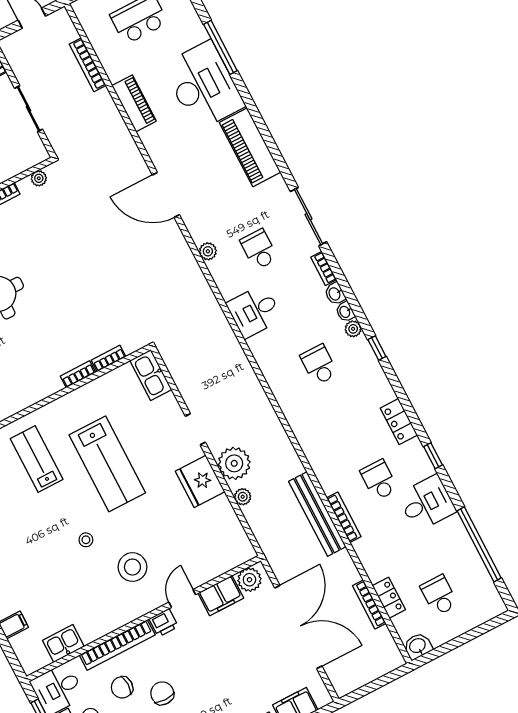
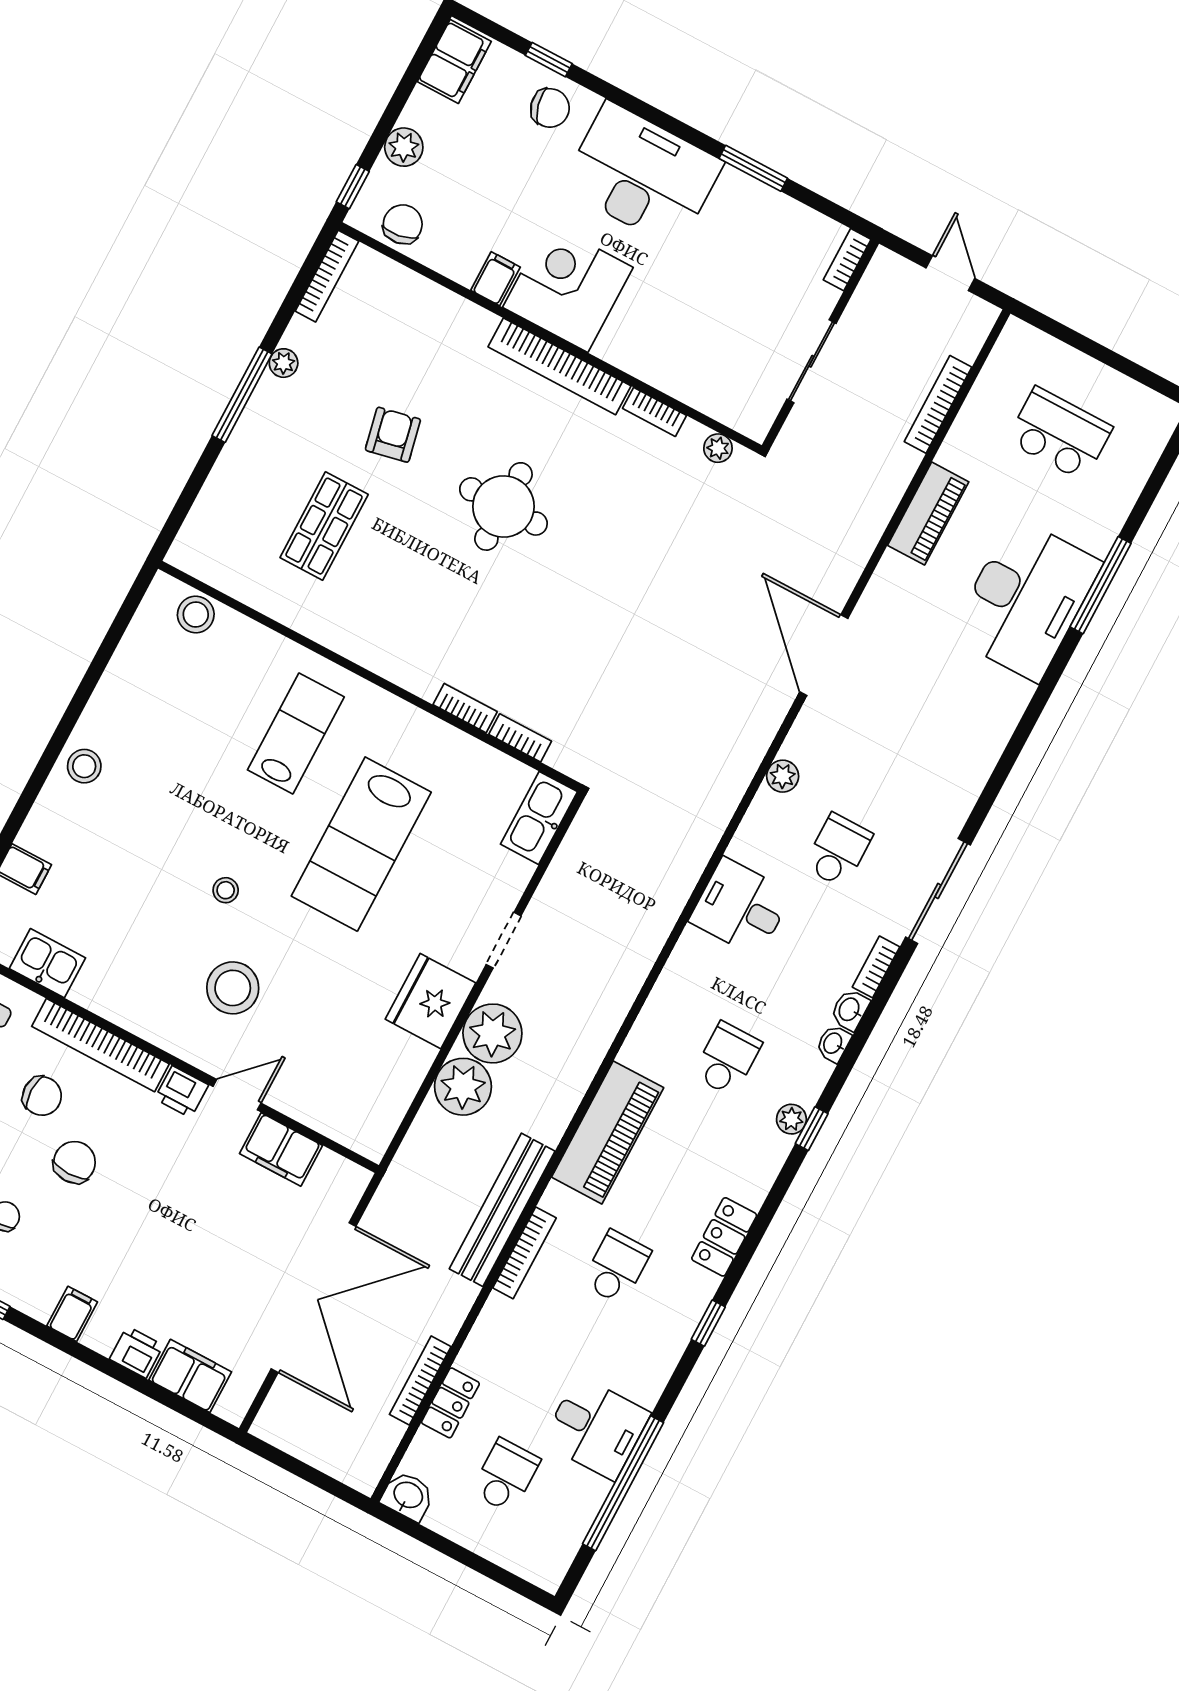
piano: (250, 147) -> (608, 1132), moved, turned 180
plant: (353, 329) -> (791, 1119), moved
plant: (243, 497) -> (463, 1087), width x1.88, depth x1.88
desk: (427, 503) -> (596, 1428), moved
plant: (249, 580) -> (334, 1176), removed
chair: (122, 687) -> (42, 1096), turned 180

